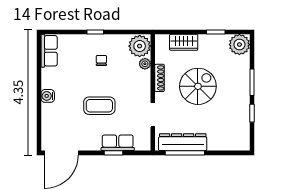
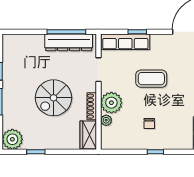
wardrobe: (184, 42) -> (88, 135), moved, turned -90
plant: (140, 46) -> (111, 103), moved
row of seats: (118, 143) -> (125, 42), width x1.48

